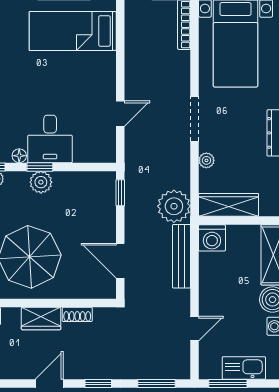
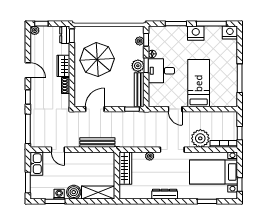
bed: (73, 31) -> (199, 83), moved
bench: (85, 180) -> (139, 90), added
plant: (174, 206) -> (200, 138), moved
washing machine: (212, 238) -> (107, 159), removed
kitchen sink: (244, 368) -> (36, 164), moved
window: (157, 383) -> (28, 129), width x1.44
window: (228, 383) -> (28, 183), moved

